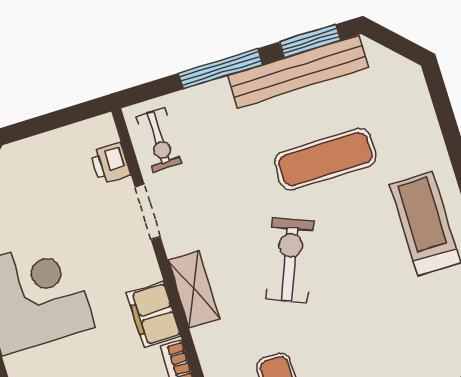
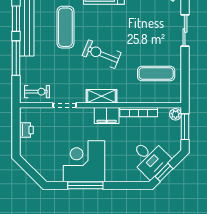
printer: (111, 163) -> (26, 130), moved, turned -90

